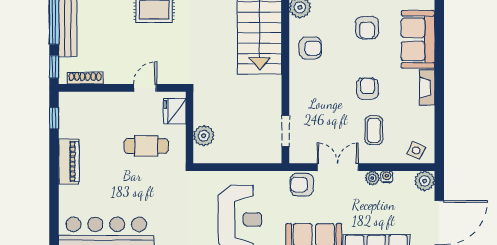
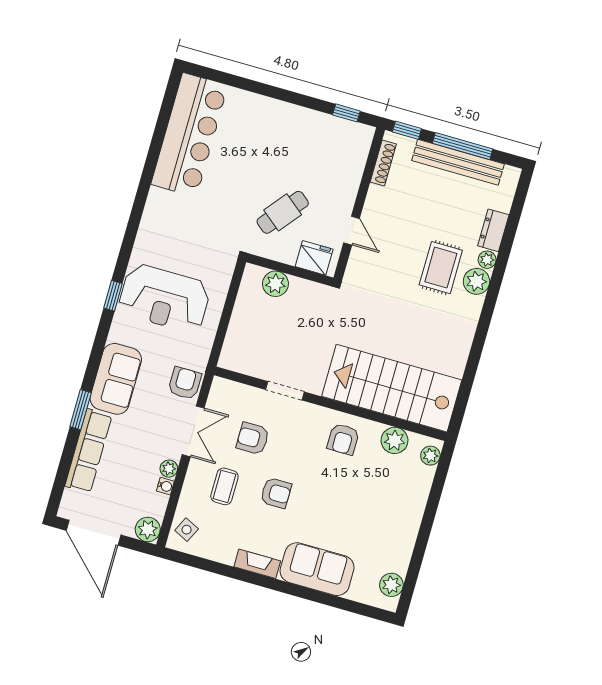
armchair: (367, 28) -> (253, 438), moved
coffee table: (374, 130) -> (224, 486), turned 90
doorway: (285, 131) -> (285, 391), moved
cafe table: (146, 146) -> (283, 212), turned 39
piano: (69, 162) -> (290, 116), removed

